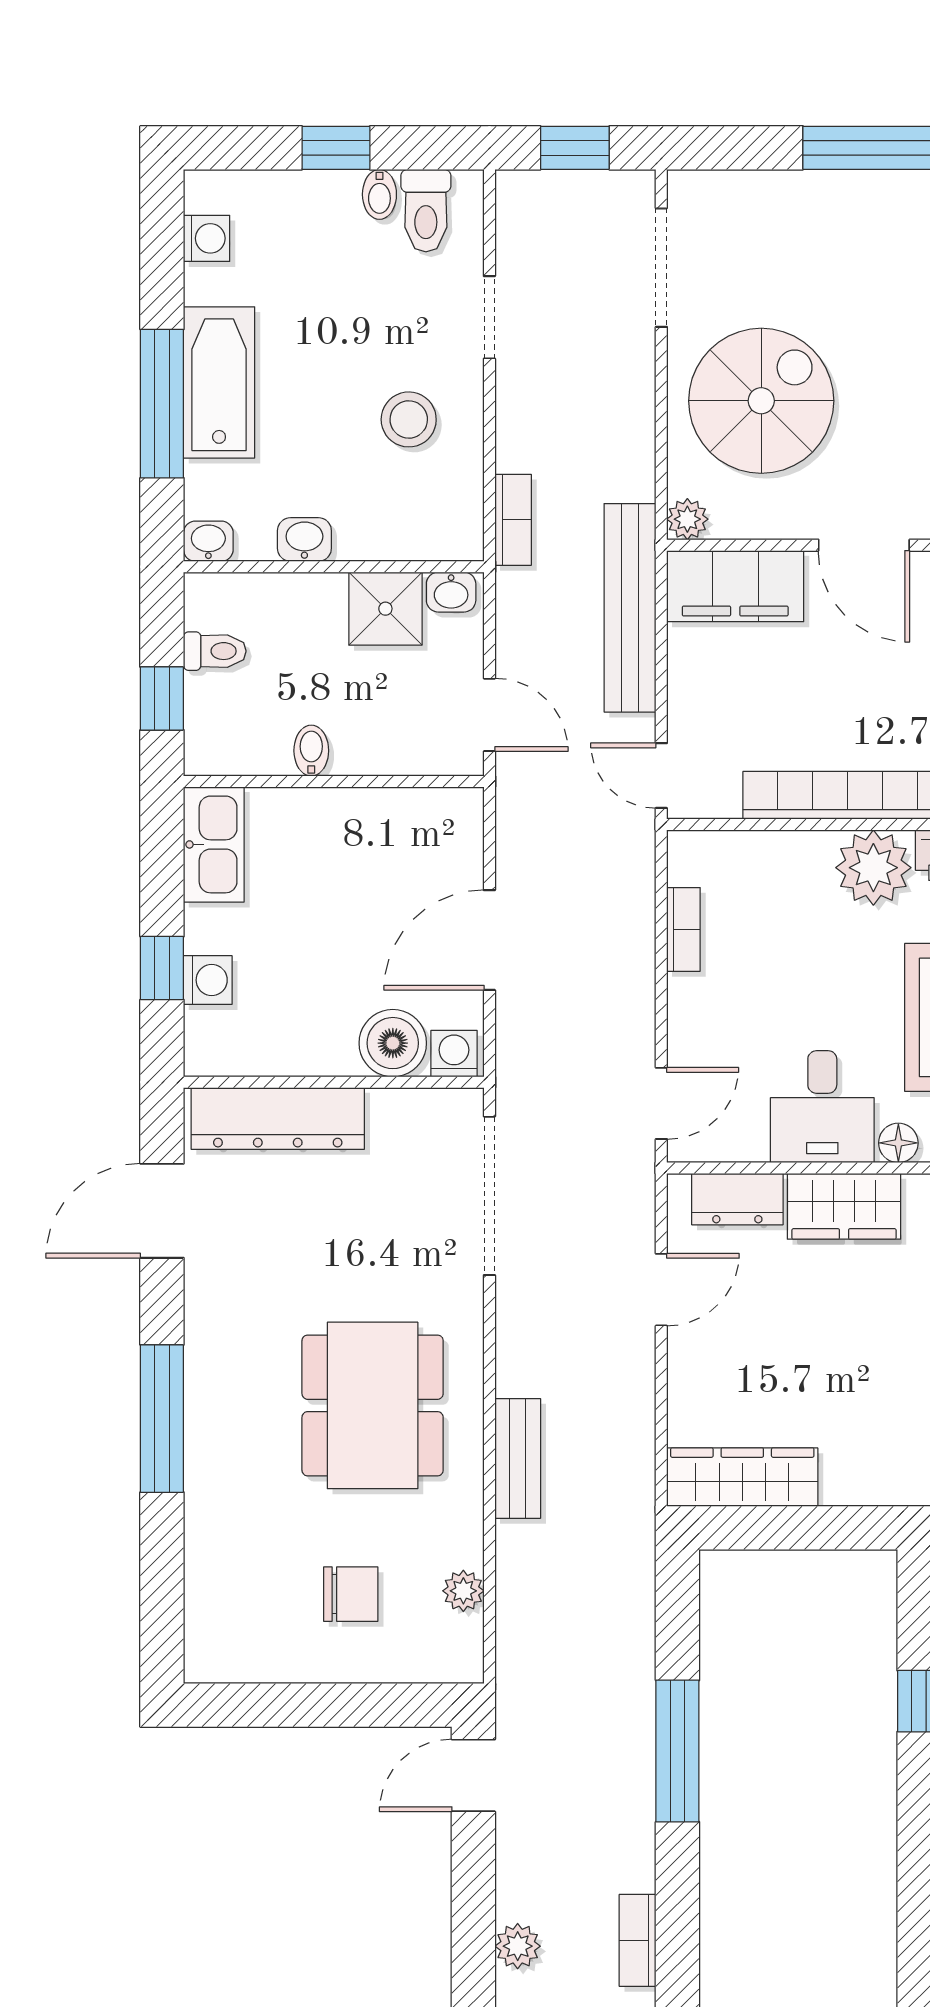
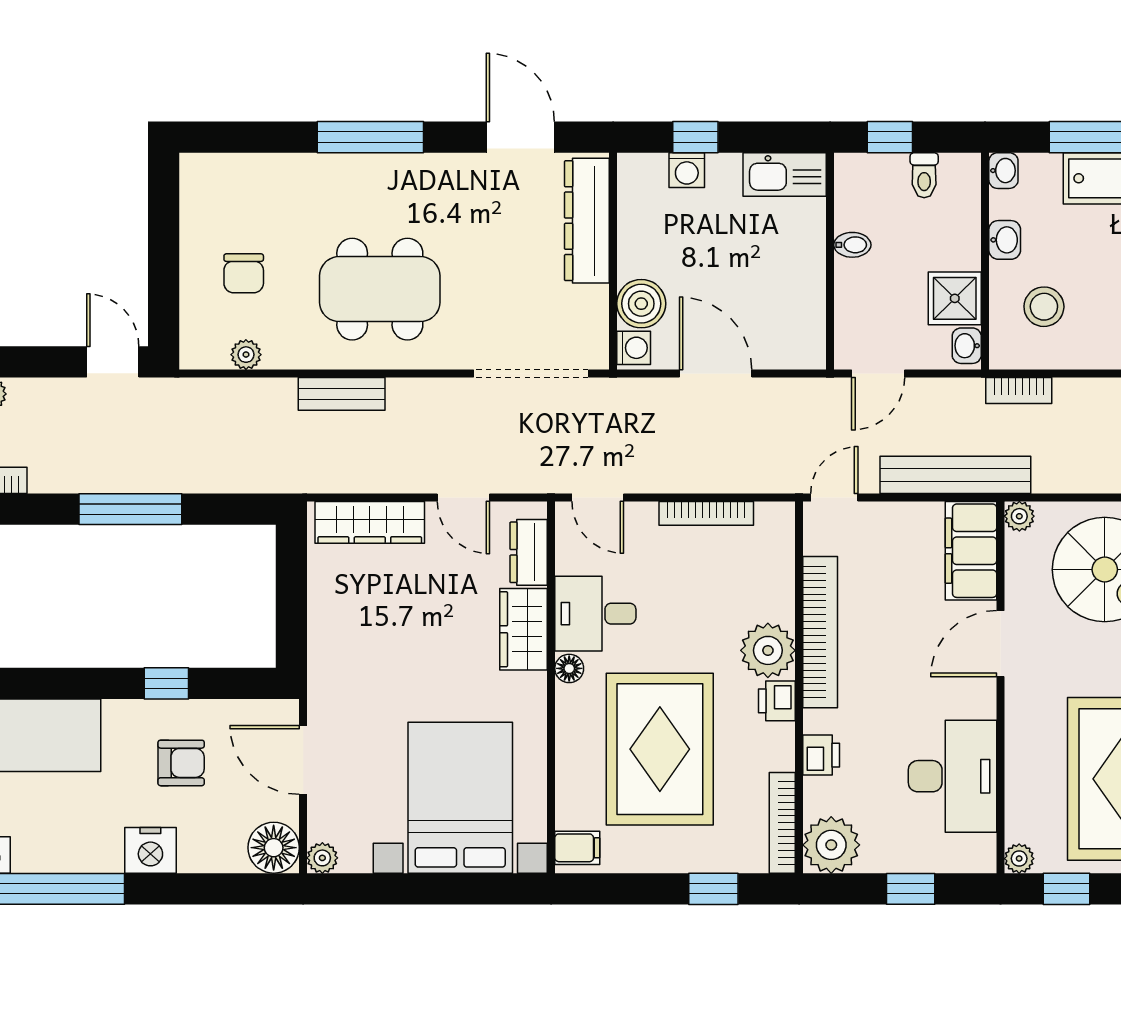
stool: (409, 419) -> (1044, 307), moved
bookcase: (683, 929) -> (706, 513), width x1.56
wardrobe: (742, 1477) -> (370, 522), moved, turned 90

